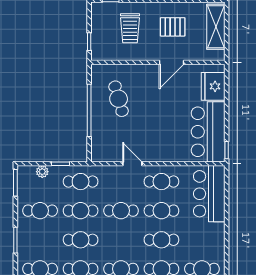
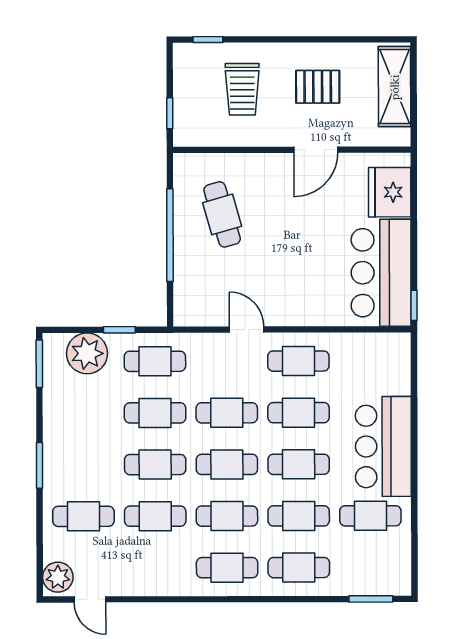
plant: (42, 172) -> (87, 353), width x1.87, depth x1.87
bar counter: (209, 194) -> (383, 446), moved
cafe table: (40, 211) -> (227, 464), moved

